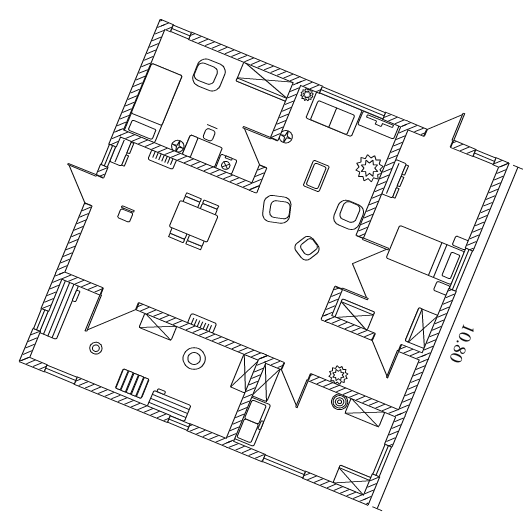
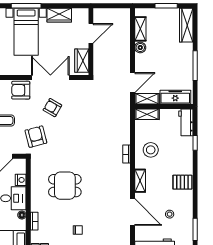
wardrobe: (422, 328) -> (59, 15), moved
plant: (338, 375) -> (124, 55), removed
pallet: (132, 384) -> (182, 182), turned 90
workbench: (170, 404) -> (186, 122), moved
wardrobe: (352, 480) -> (186, 25), width x1.50

